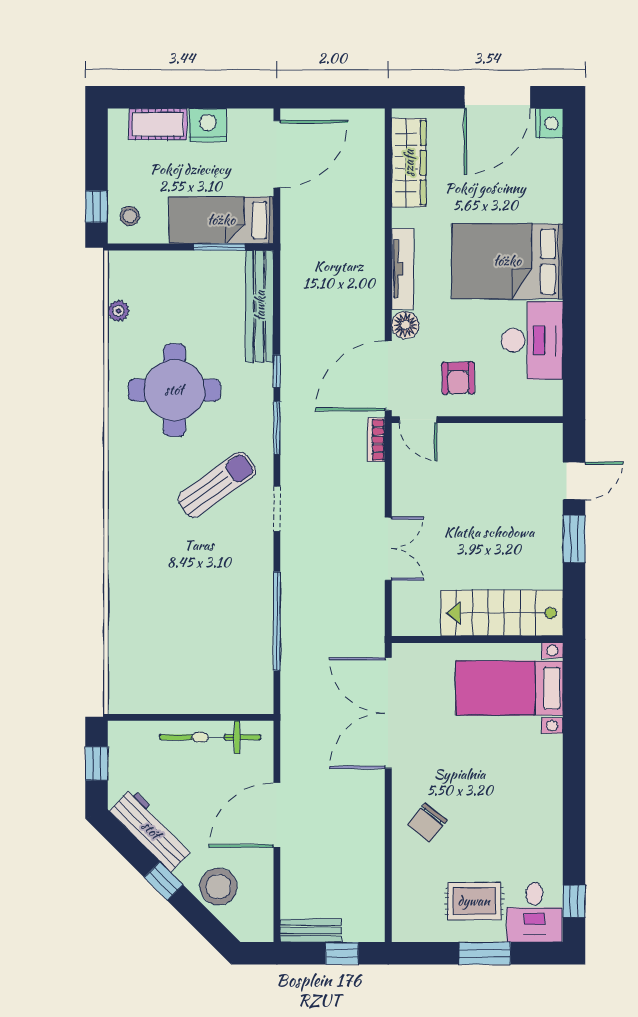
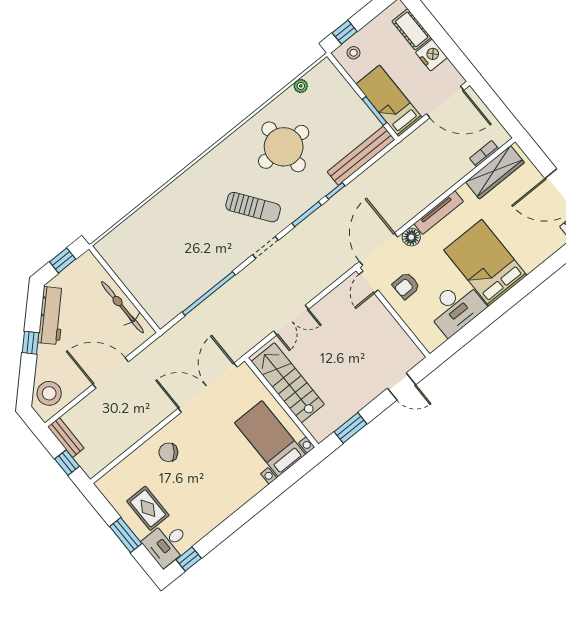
door: (388, 376) -> (379, 249), hinge flipped
bookcase: (376, 440) -> (484, 154), moved
window: (574, 539) -> (351, 428), moved
stairs: (502, 613) -> (288, 383), moved
stool: (218, 887) -> (49, 393), moved

